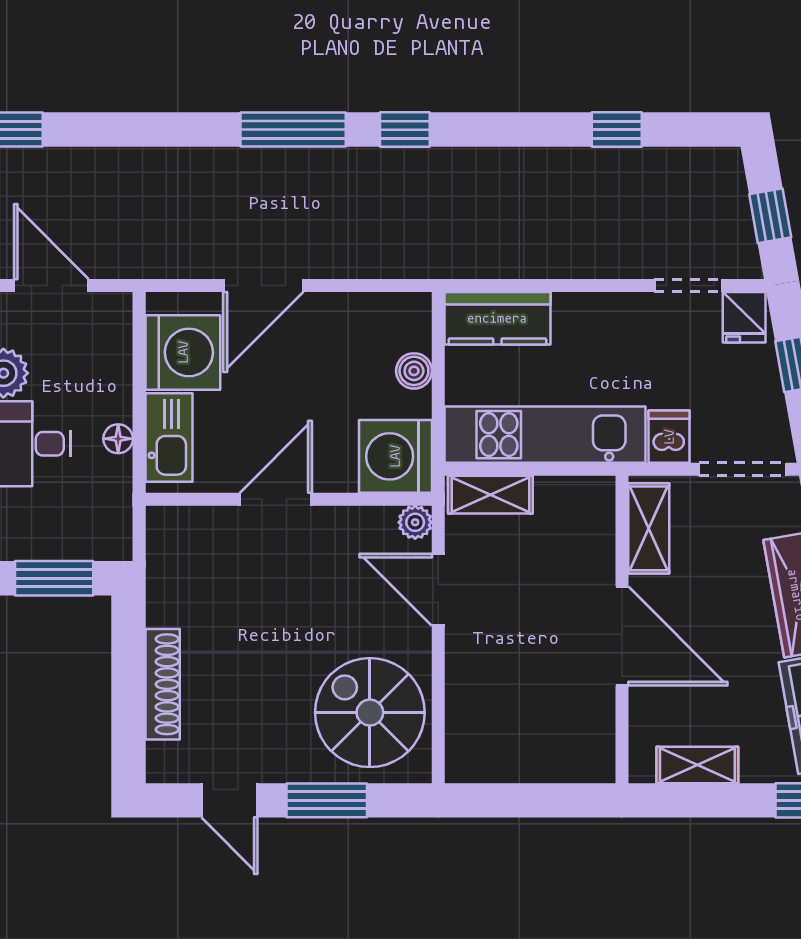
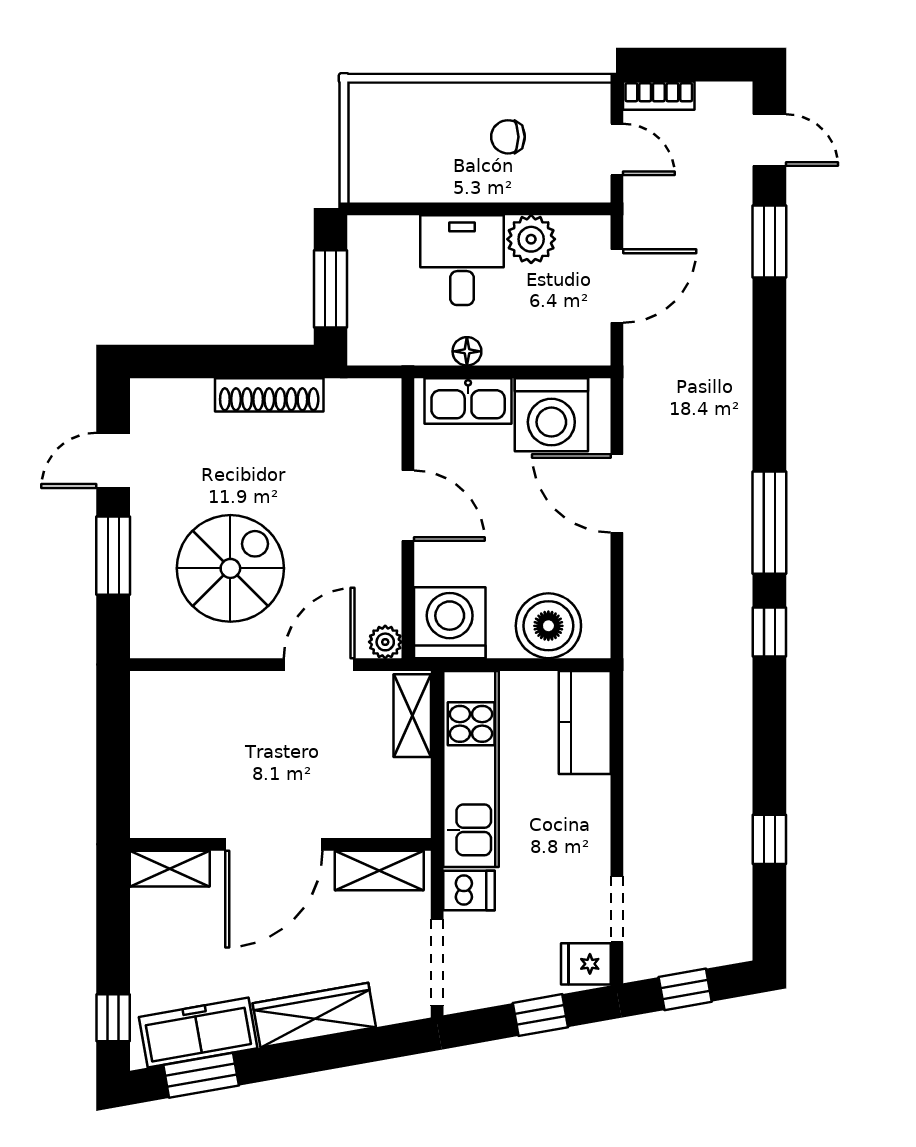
boiler: (414, 371) -> (548, 626), width x1.86, depth x1.86
shoe rack: (163, 684) -> (269, 395), moved
spiral stairs: (370, 713) -> (230, 568), moved
shelving: (697, 765) -> (170, 869), moved, turned 90

